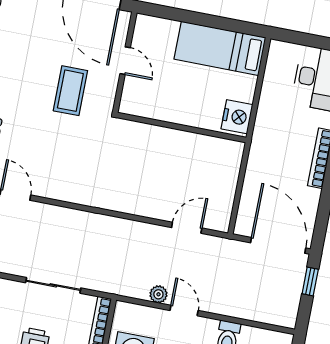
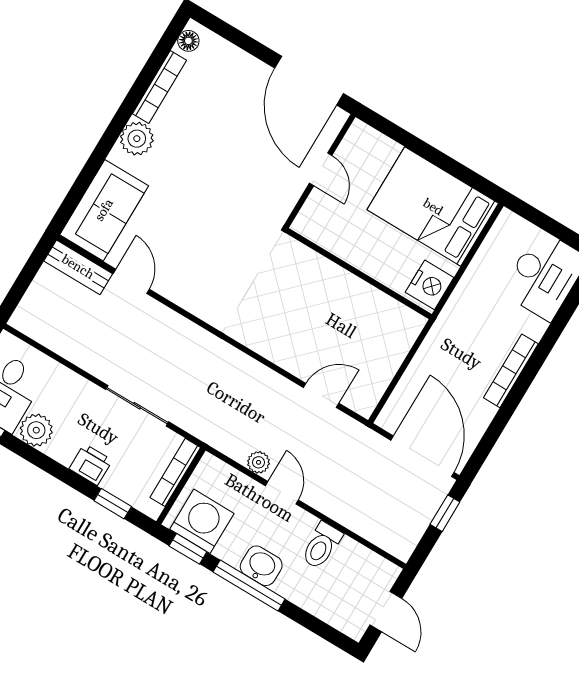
bed: (220, 48) -> (433, 207), width x1.50
coffee table: (70, 91) -> (242, 181), removed

